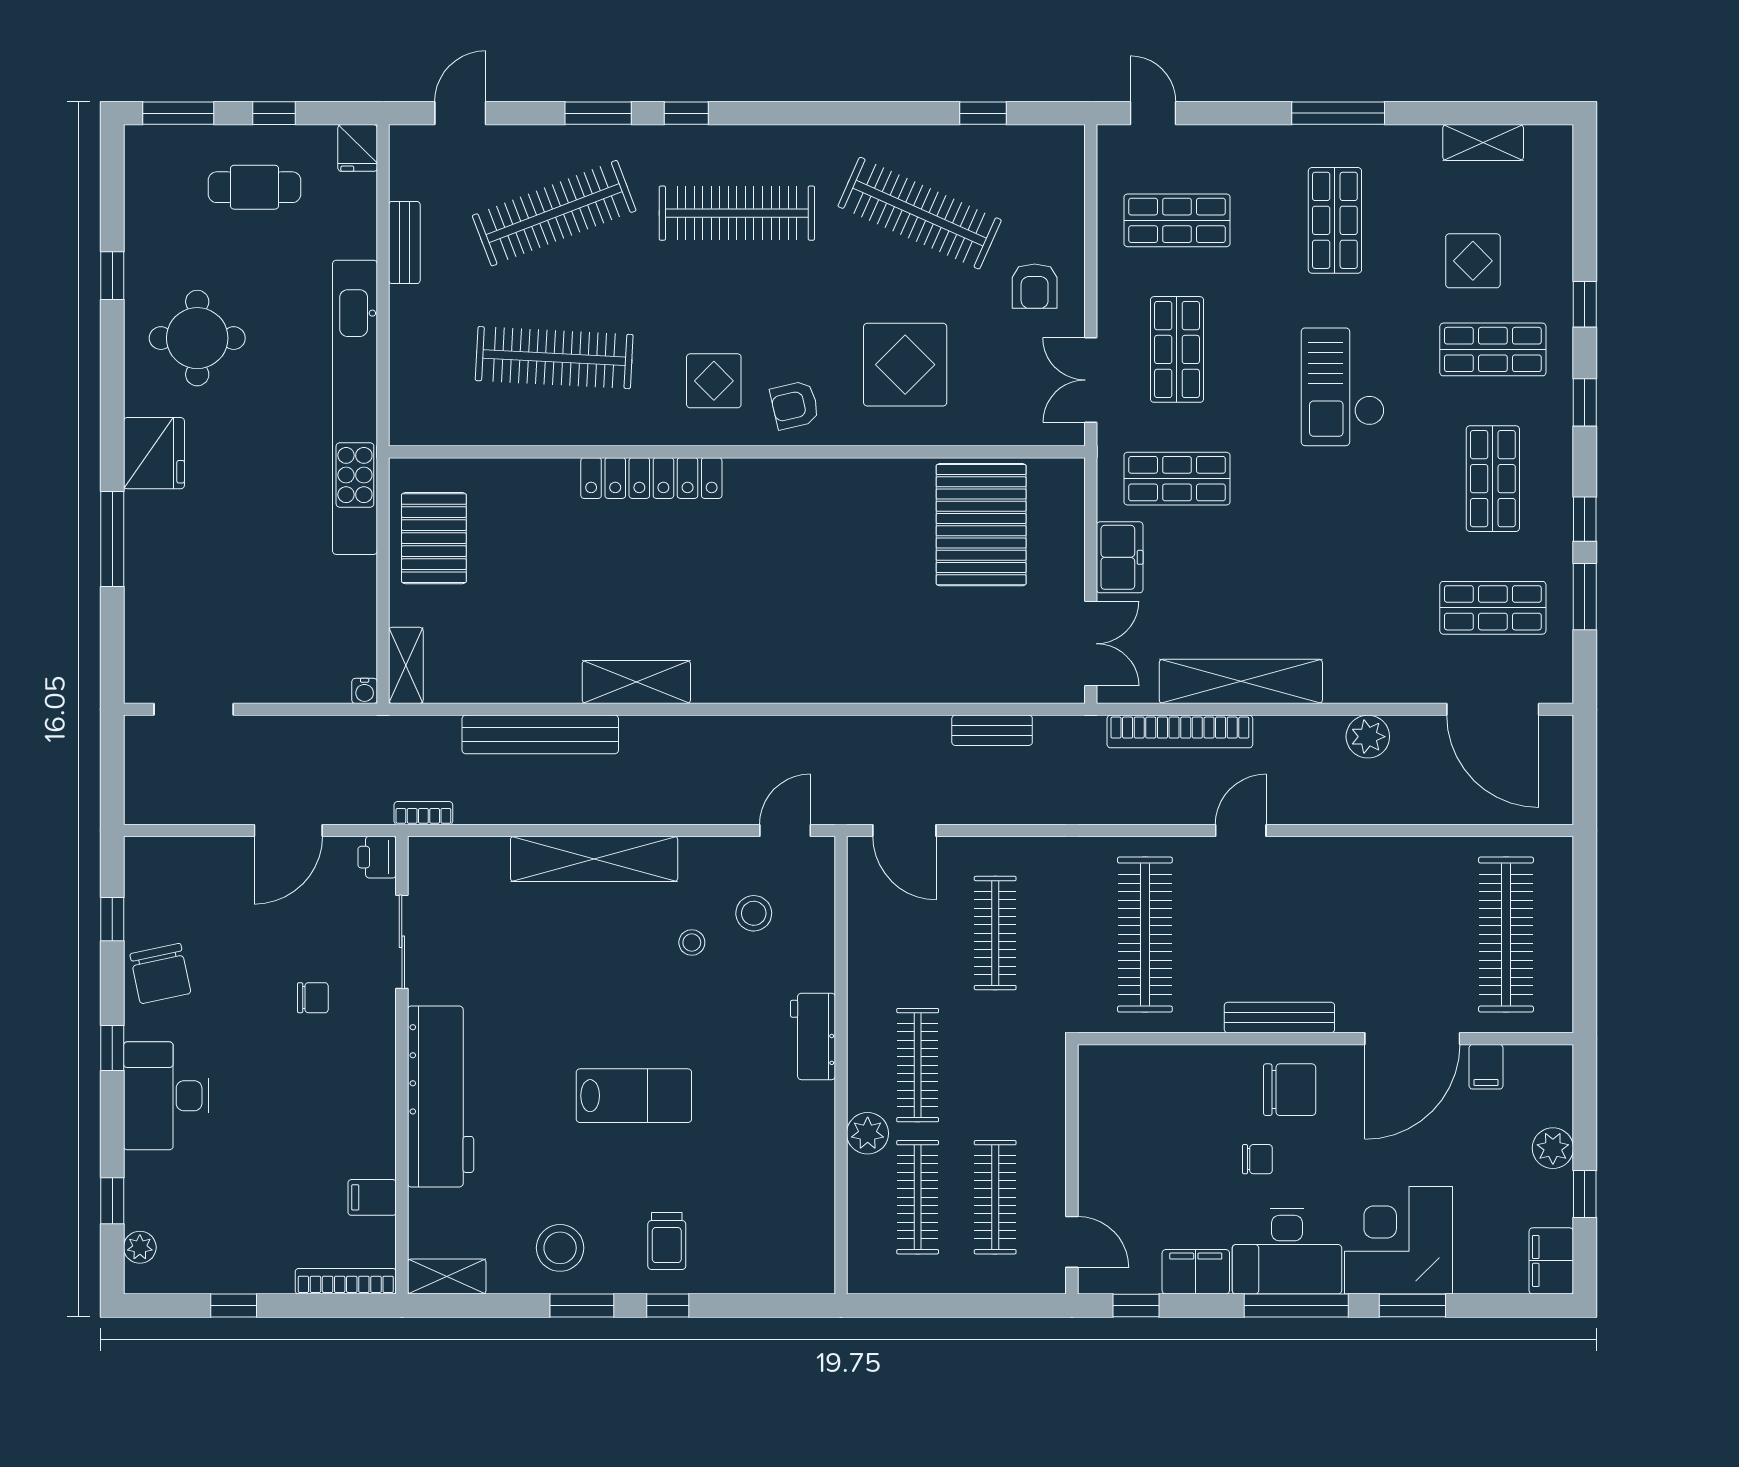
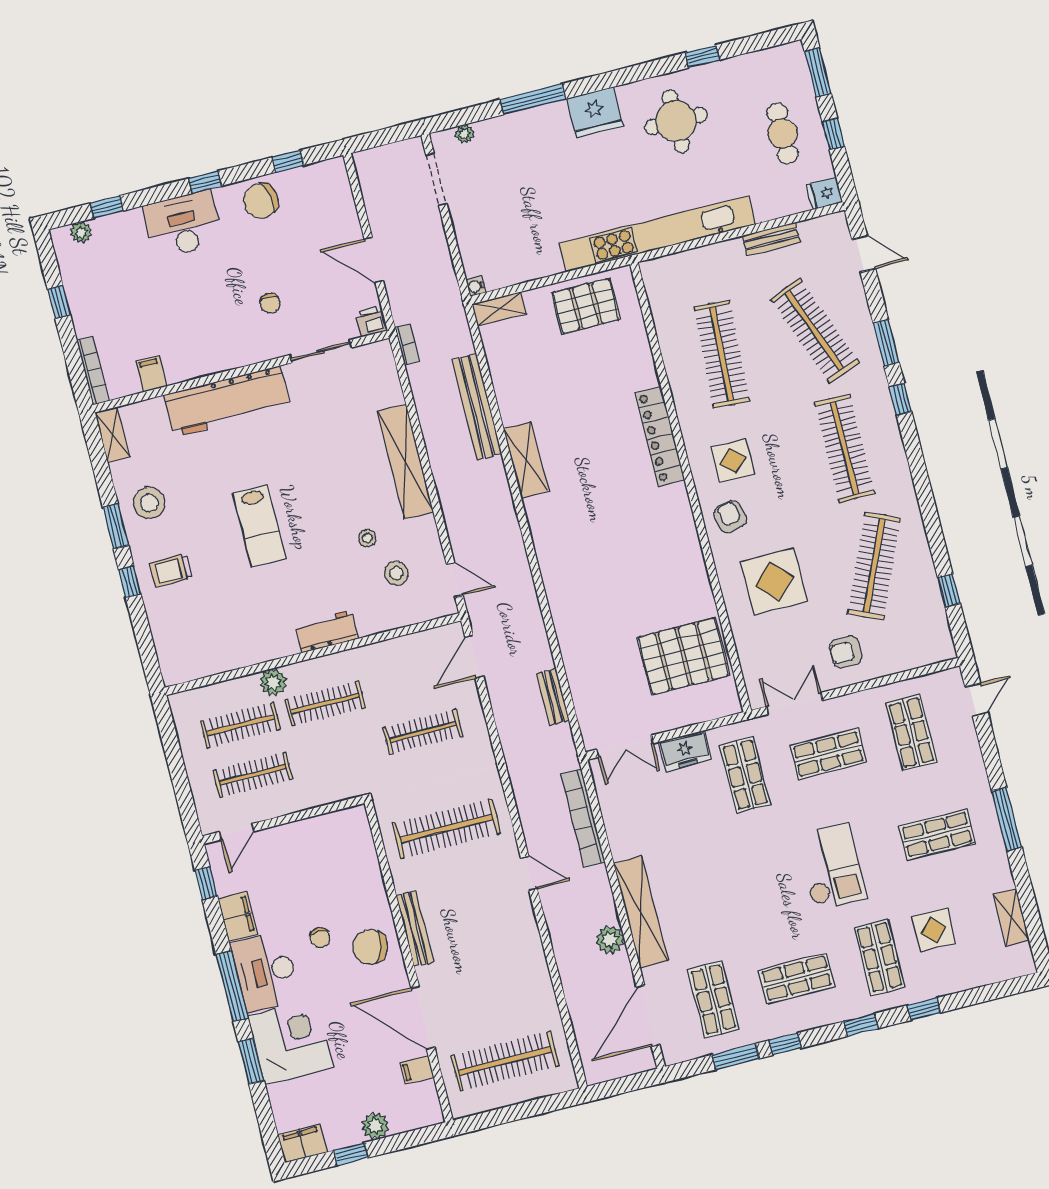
checkout: (1343, 387) -> (831, 867), turned 90
plant: (138, 651) -> (465, 134), added
shelving: (1241, 681) -> (641, 912), moved
chair: (1290, 1090) -> (370, 947), turned 106

